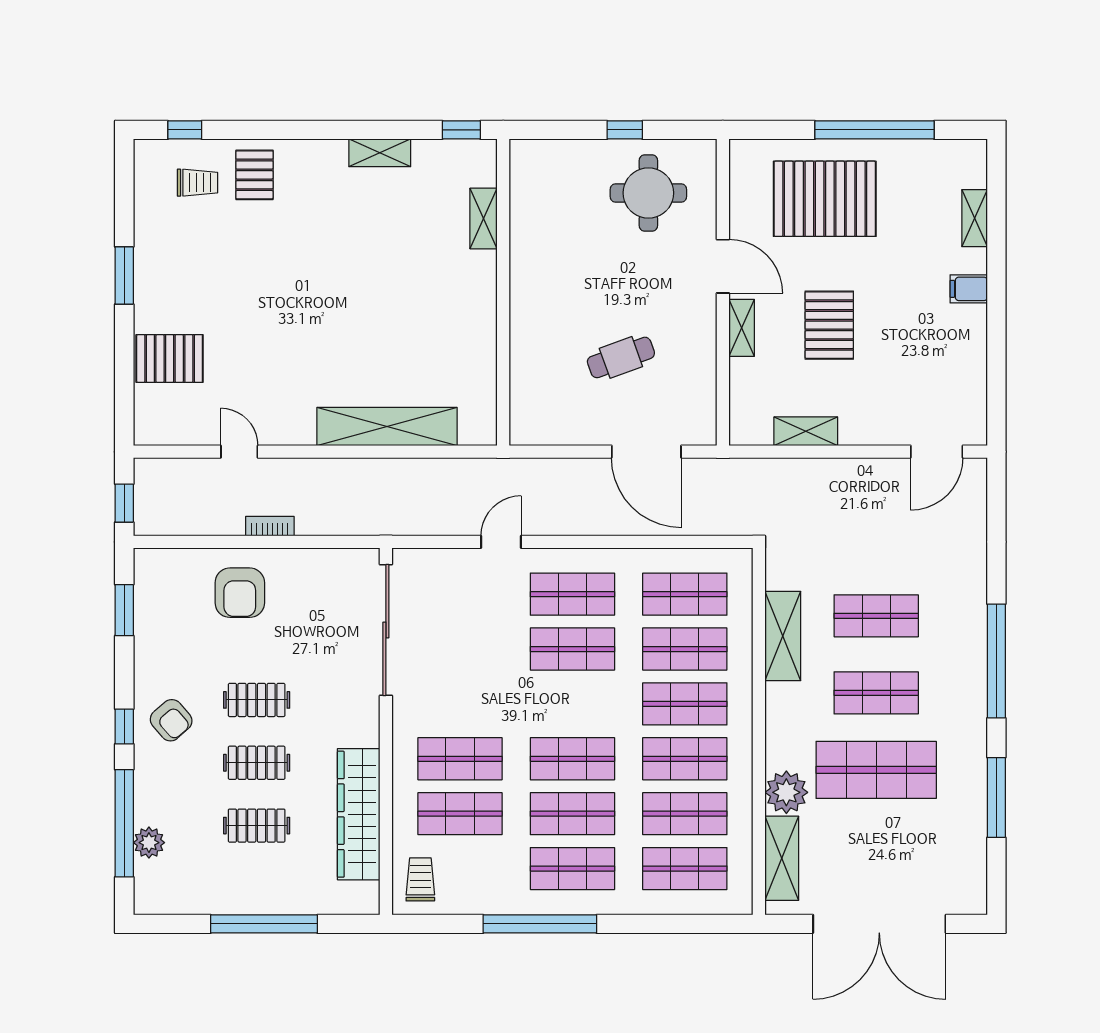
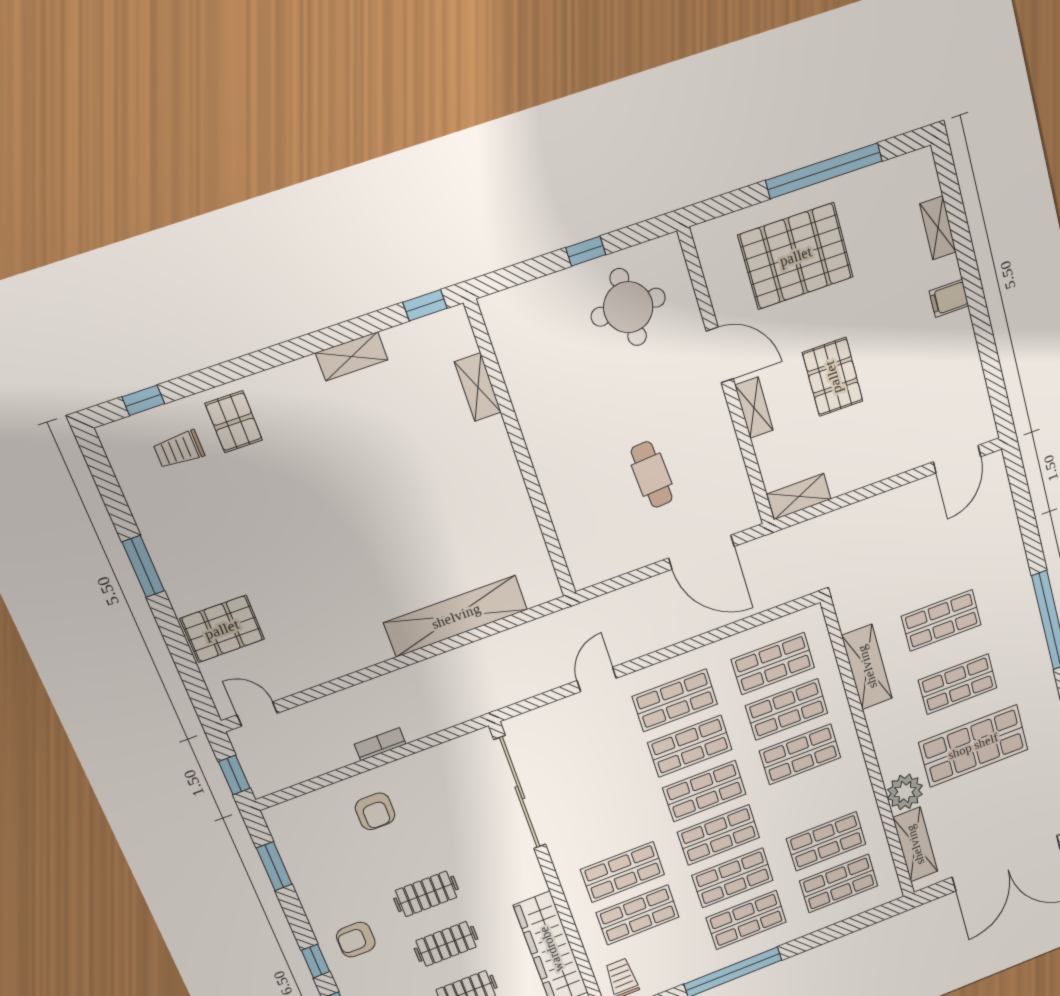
trolley: (198, 183) -> (179, 449), turned 180
cafe table: (621, 357) -> (652, 475), turned -74
shelving: (806, 431) -> (799, 496), moved
door: (239, 452) -> (257, 714), moved
armchair: (240, 593) -> (375, 811), width x0.72, depth x0.72
armchair: (171, 720) -> (356, 940), turned 131
shop shelf: (685, 759) -> (704, 791), moved

